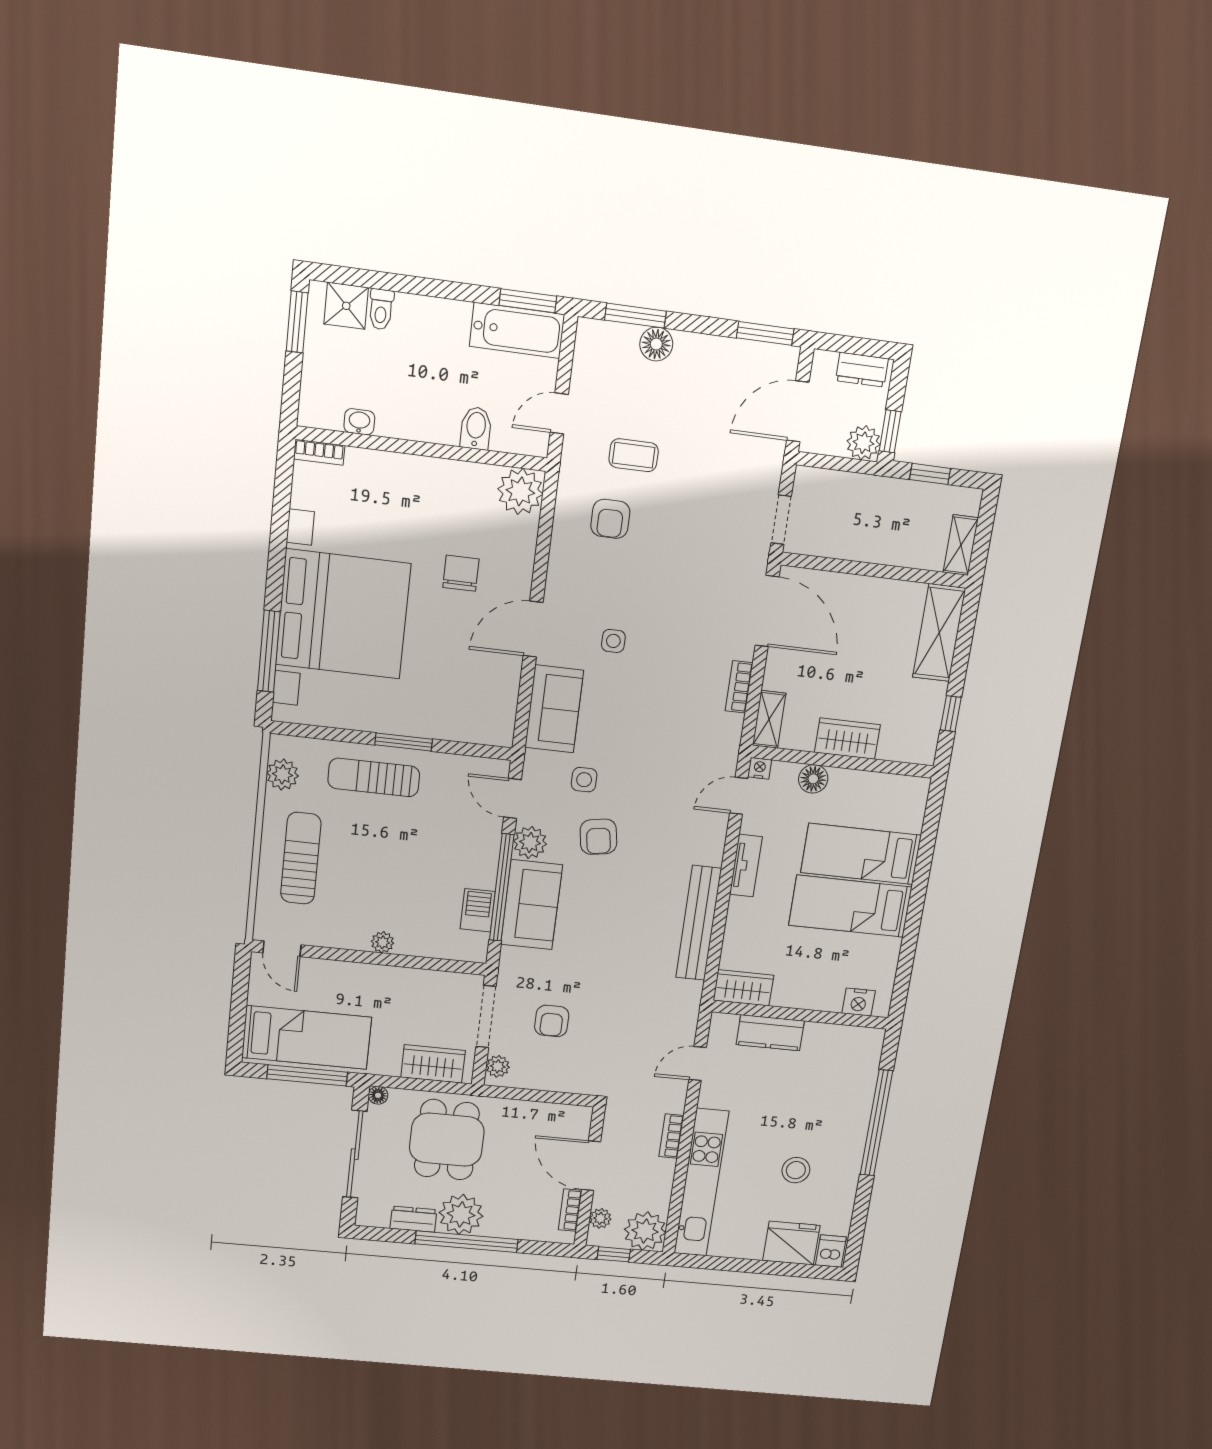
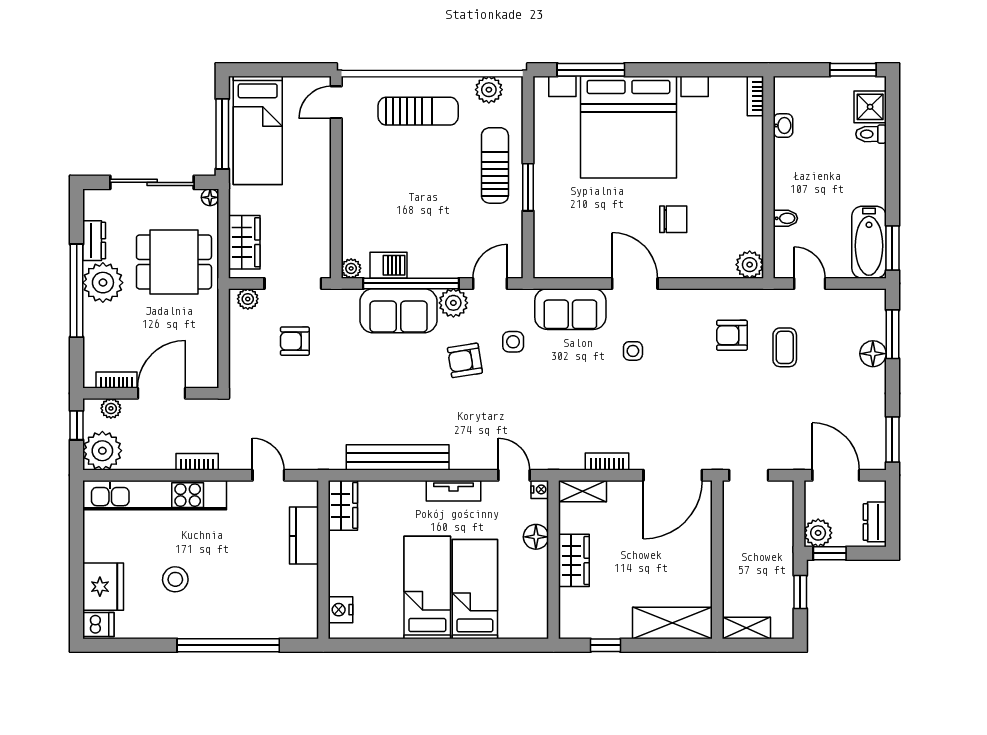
bidet: (476, 428) -> (785, 218), width x0.72, depth x0.74
plant: (520, 491) -> (750, 265), width x0.73, depth x0.73
plant: (383, 942) -> (351, 268), moved

